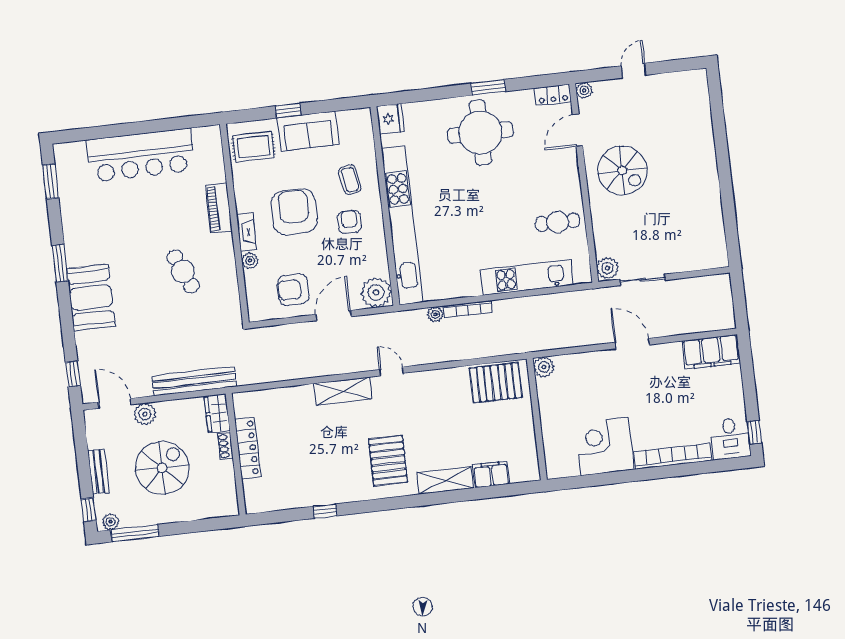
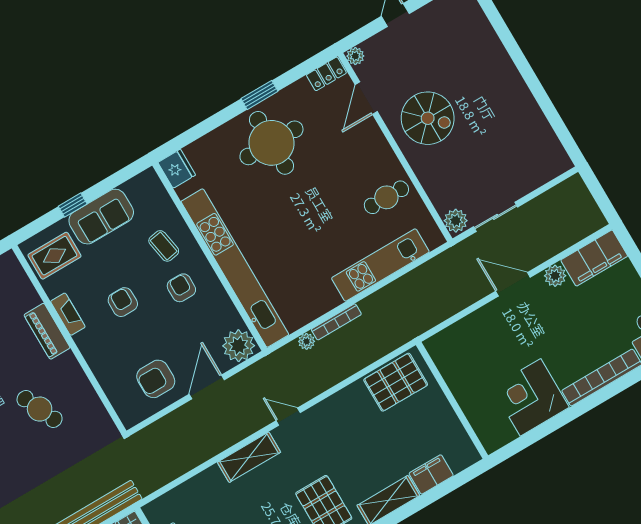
armchair: (294, 212) -> (123, 302), width x0.53, depth x0.53
fireplace: (246, 232) -> (68, 314), moved
plant: (250, 261) -> (101, 369), removed
plant: (544, 367) -> (555, 276), moved

